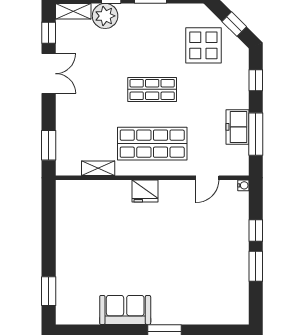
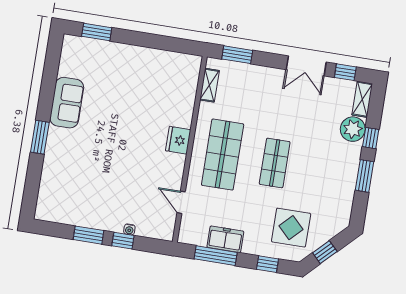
display table: (203, 45) -> (291, 228), moved
shelving: (98, 168) -> (210, 85), moved
water cooler: (243, 185) -> (129, 229), moved

